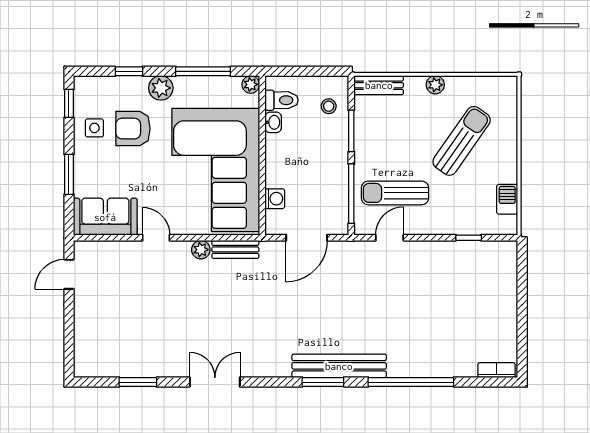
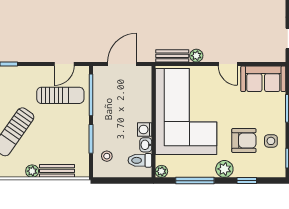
bench: (379, 85) -> (57, 171), moved
washing machine: (275, 199) -> (145, 130), moved

